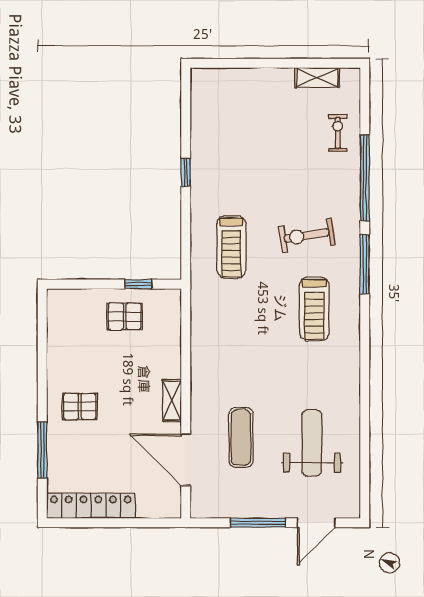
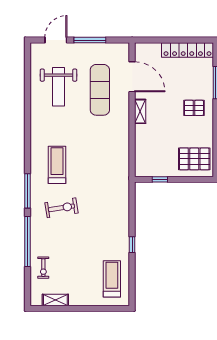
treadmill: (231, 247) -> (112, 279), moved
pallet: (125, 316) -> (194, 159), moved, width x1.50, depth x1.42
exercise mat: (241, 437) -> (100, 90), width x1.36, depth x1.45

